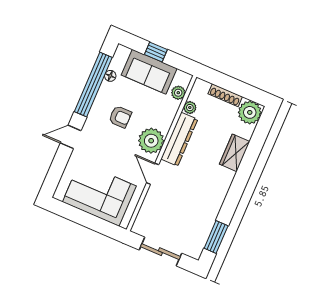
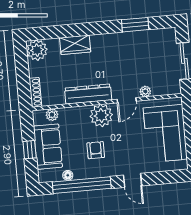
shoe rack: (225, 95) -> (35, 92), moved
plant: (190, 108) -> (145, 91), moved
window: (216, 237) -> (135, 25), moved

